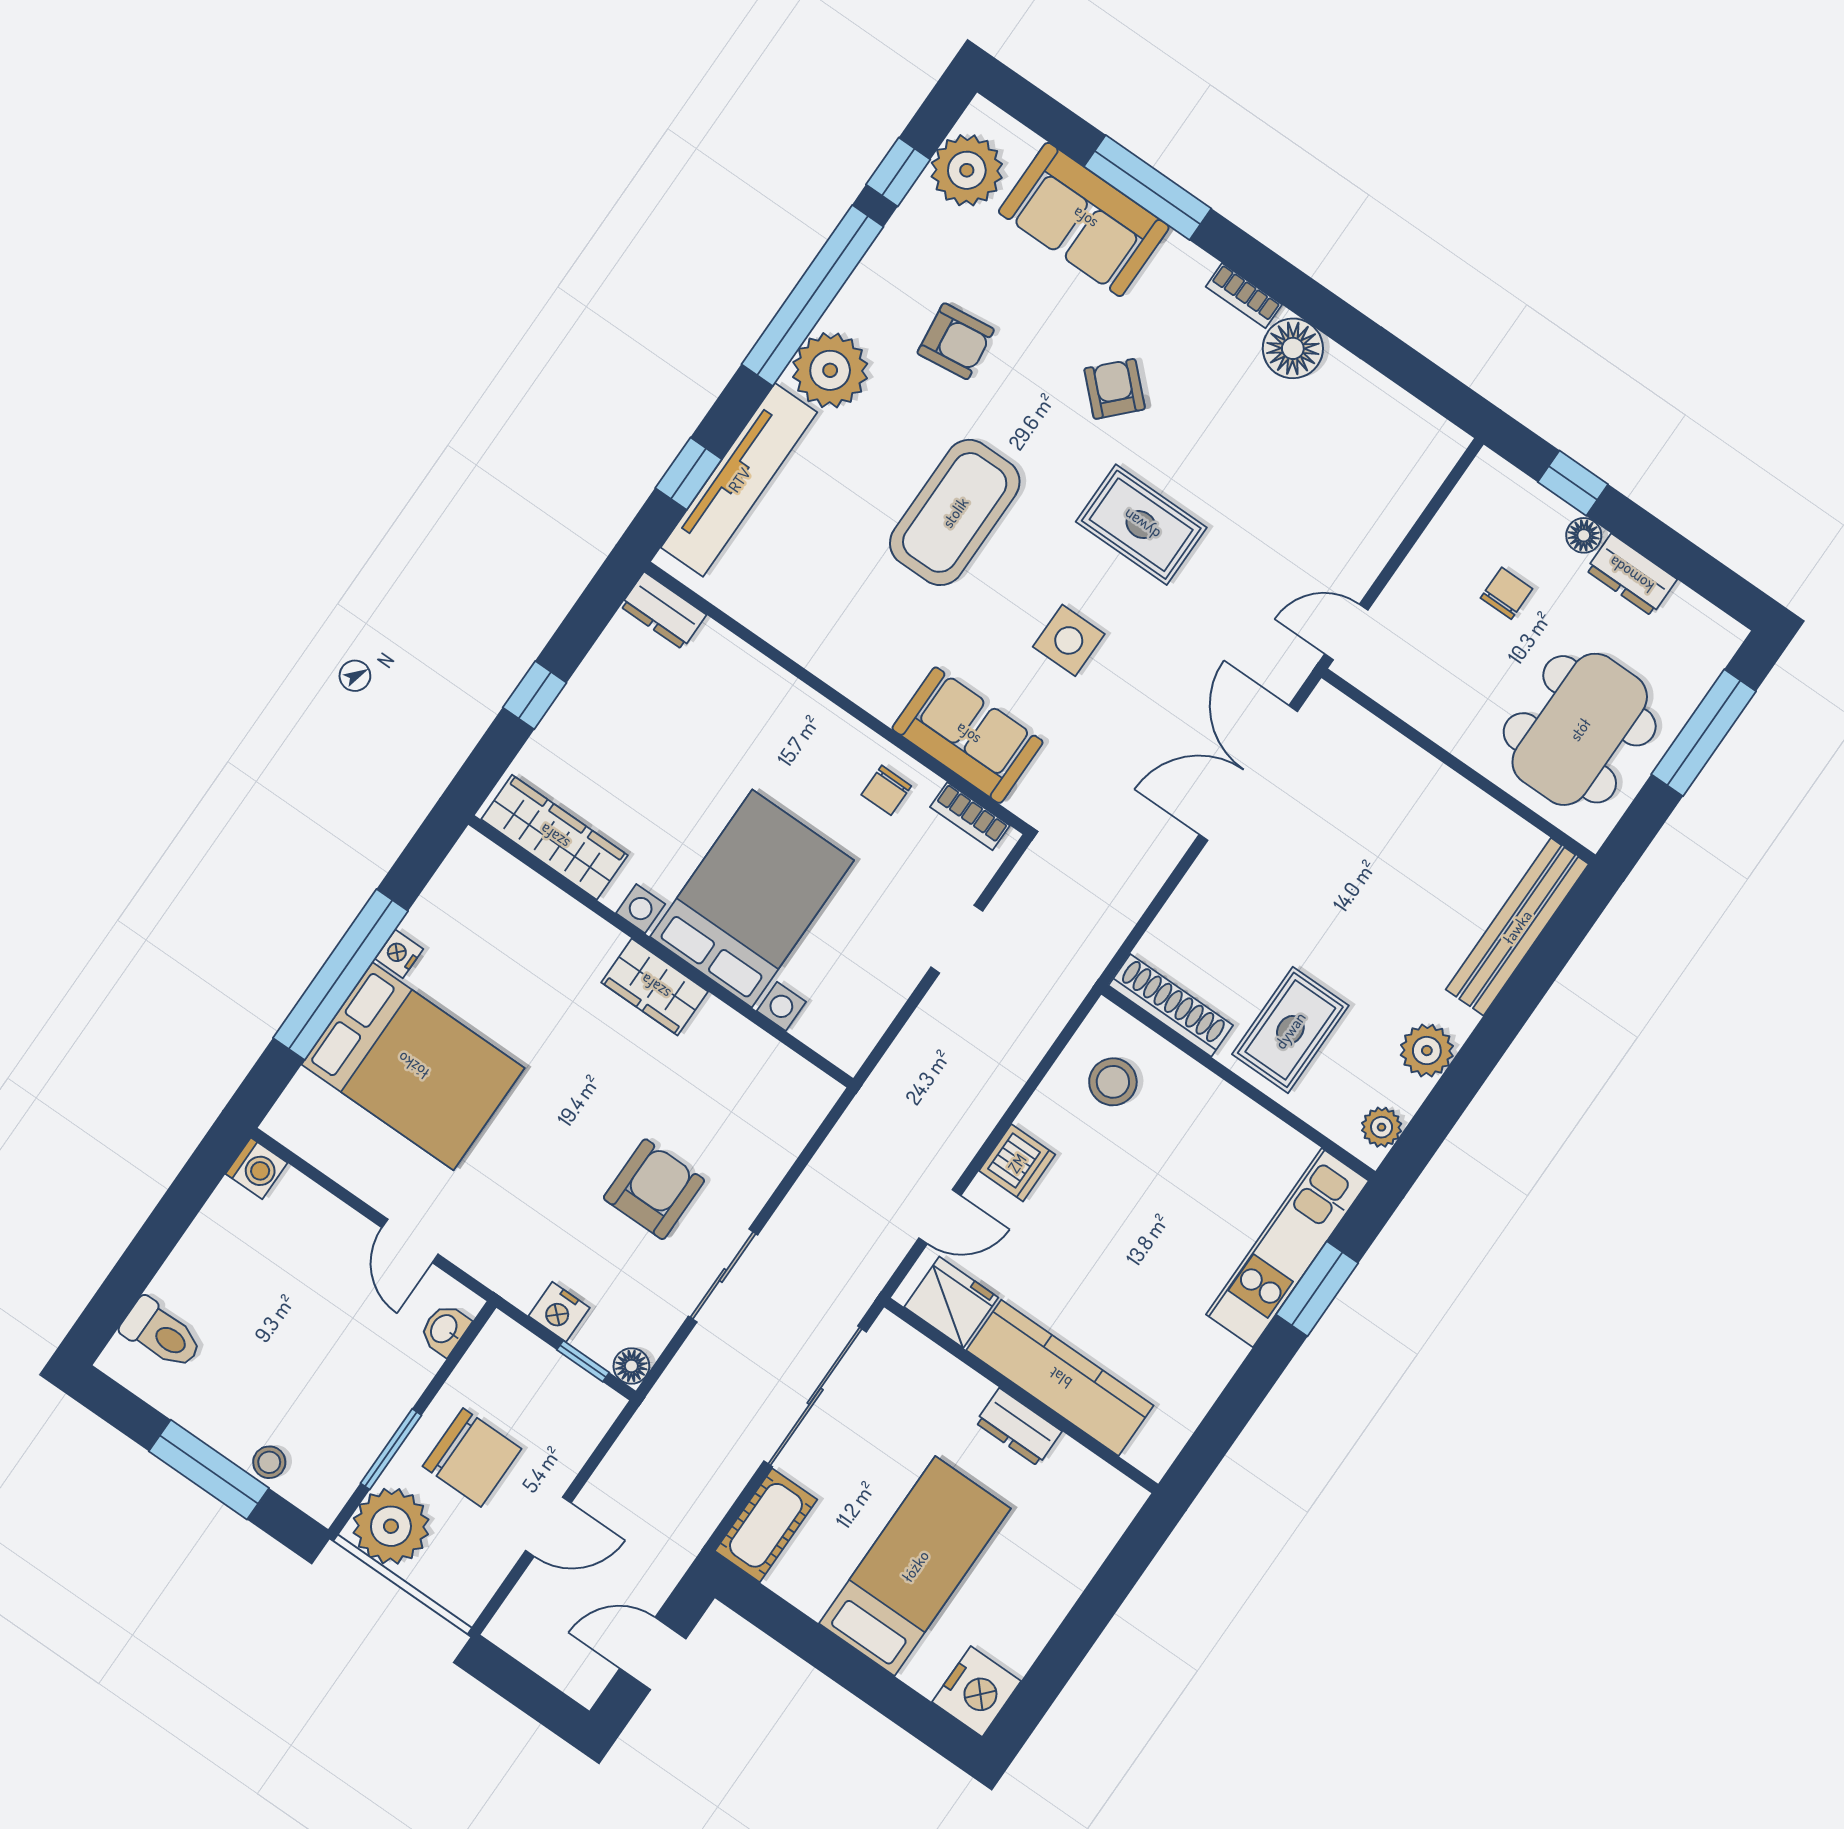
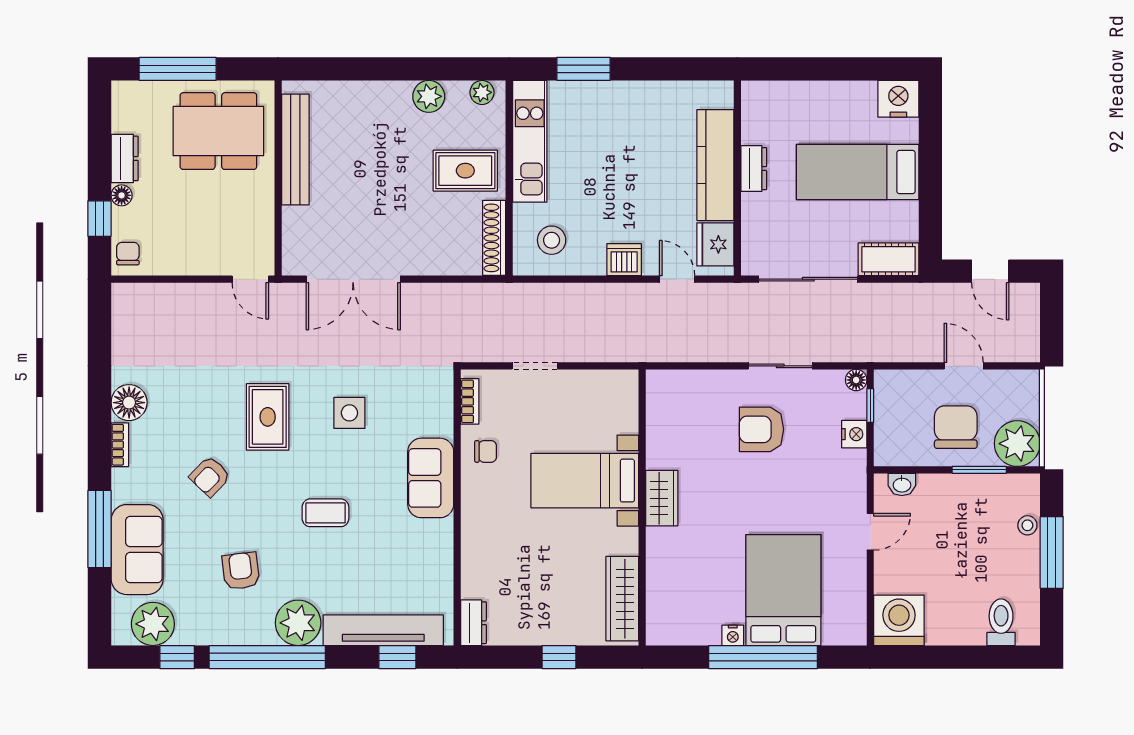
coffee table: (955, 512) -> (325, 513), width x0.54, depth x0.58
chair: (1506, 593) -> (128, 254), moved, turned 90
sofa: (967, 735) -> (431, 478), moved
bed with nightstands: (752, 898) -> (585, 481), width x0.73
bench: (1517, 927) -> (295, 149), moved, turned 90
washing machine: (256, 1168) -> (899, 620), width x1.89, depth x1.89
kitchen unit: (1287, 1248) -> (530, 141), moved, turned -90

